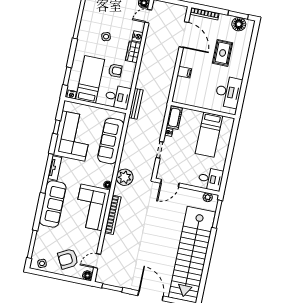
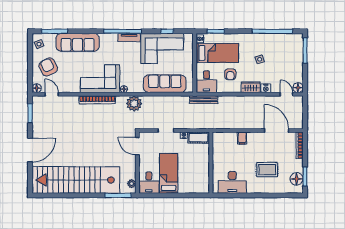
door: (184, 35) -> (276, 130), swing flipped
bed: (209, 135) -> (169, 173), moved, turned 90
sofa: (53, 204) -> (78, 42), moved

